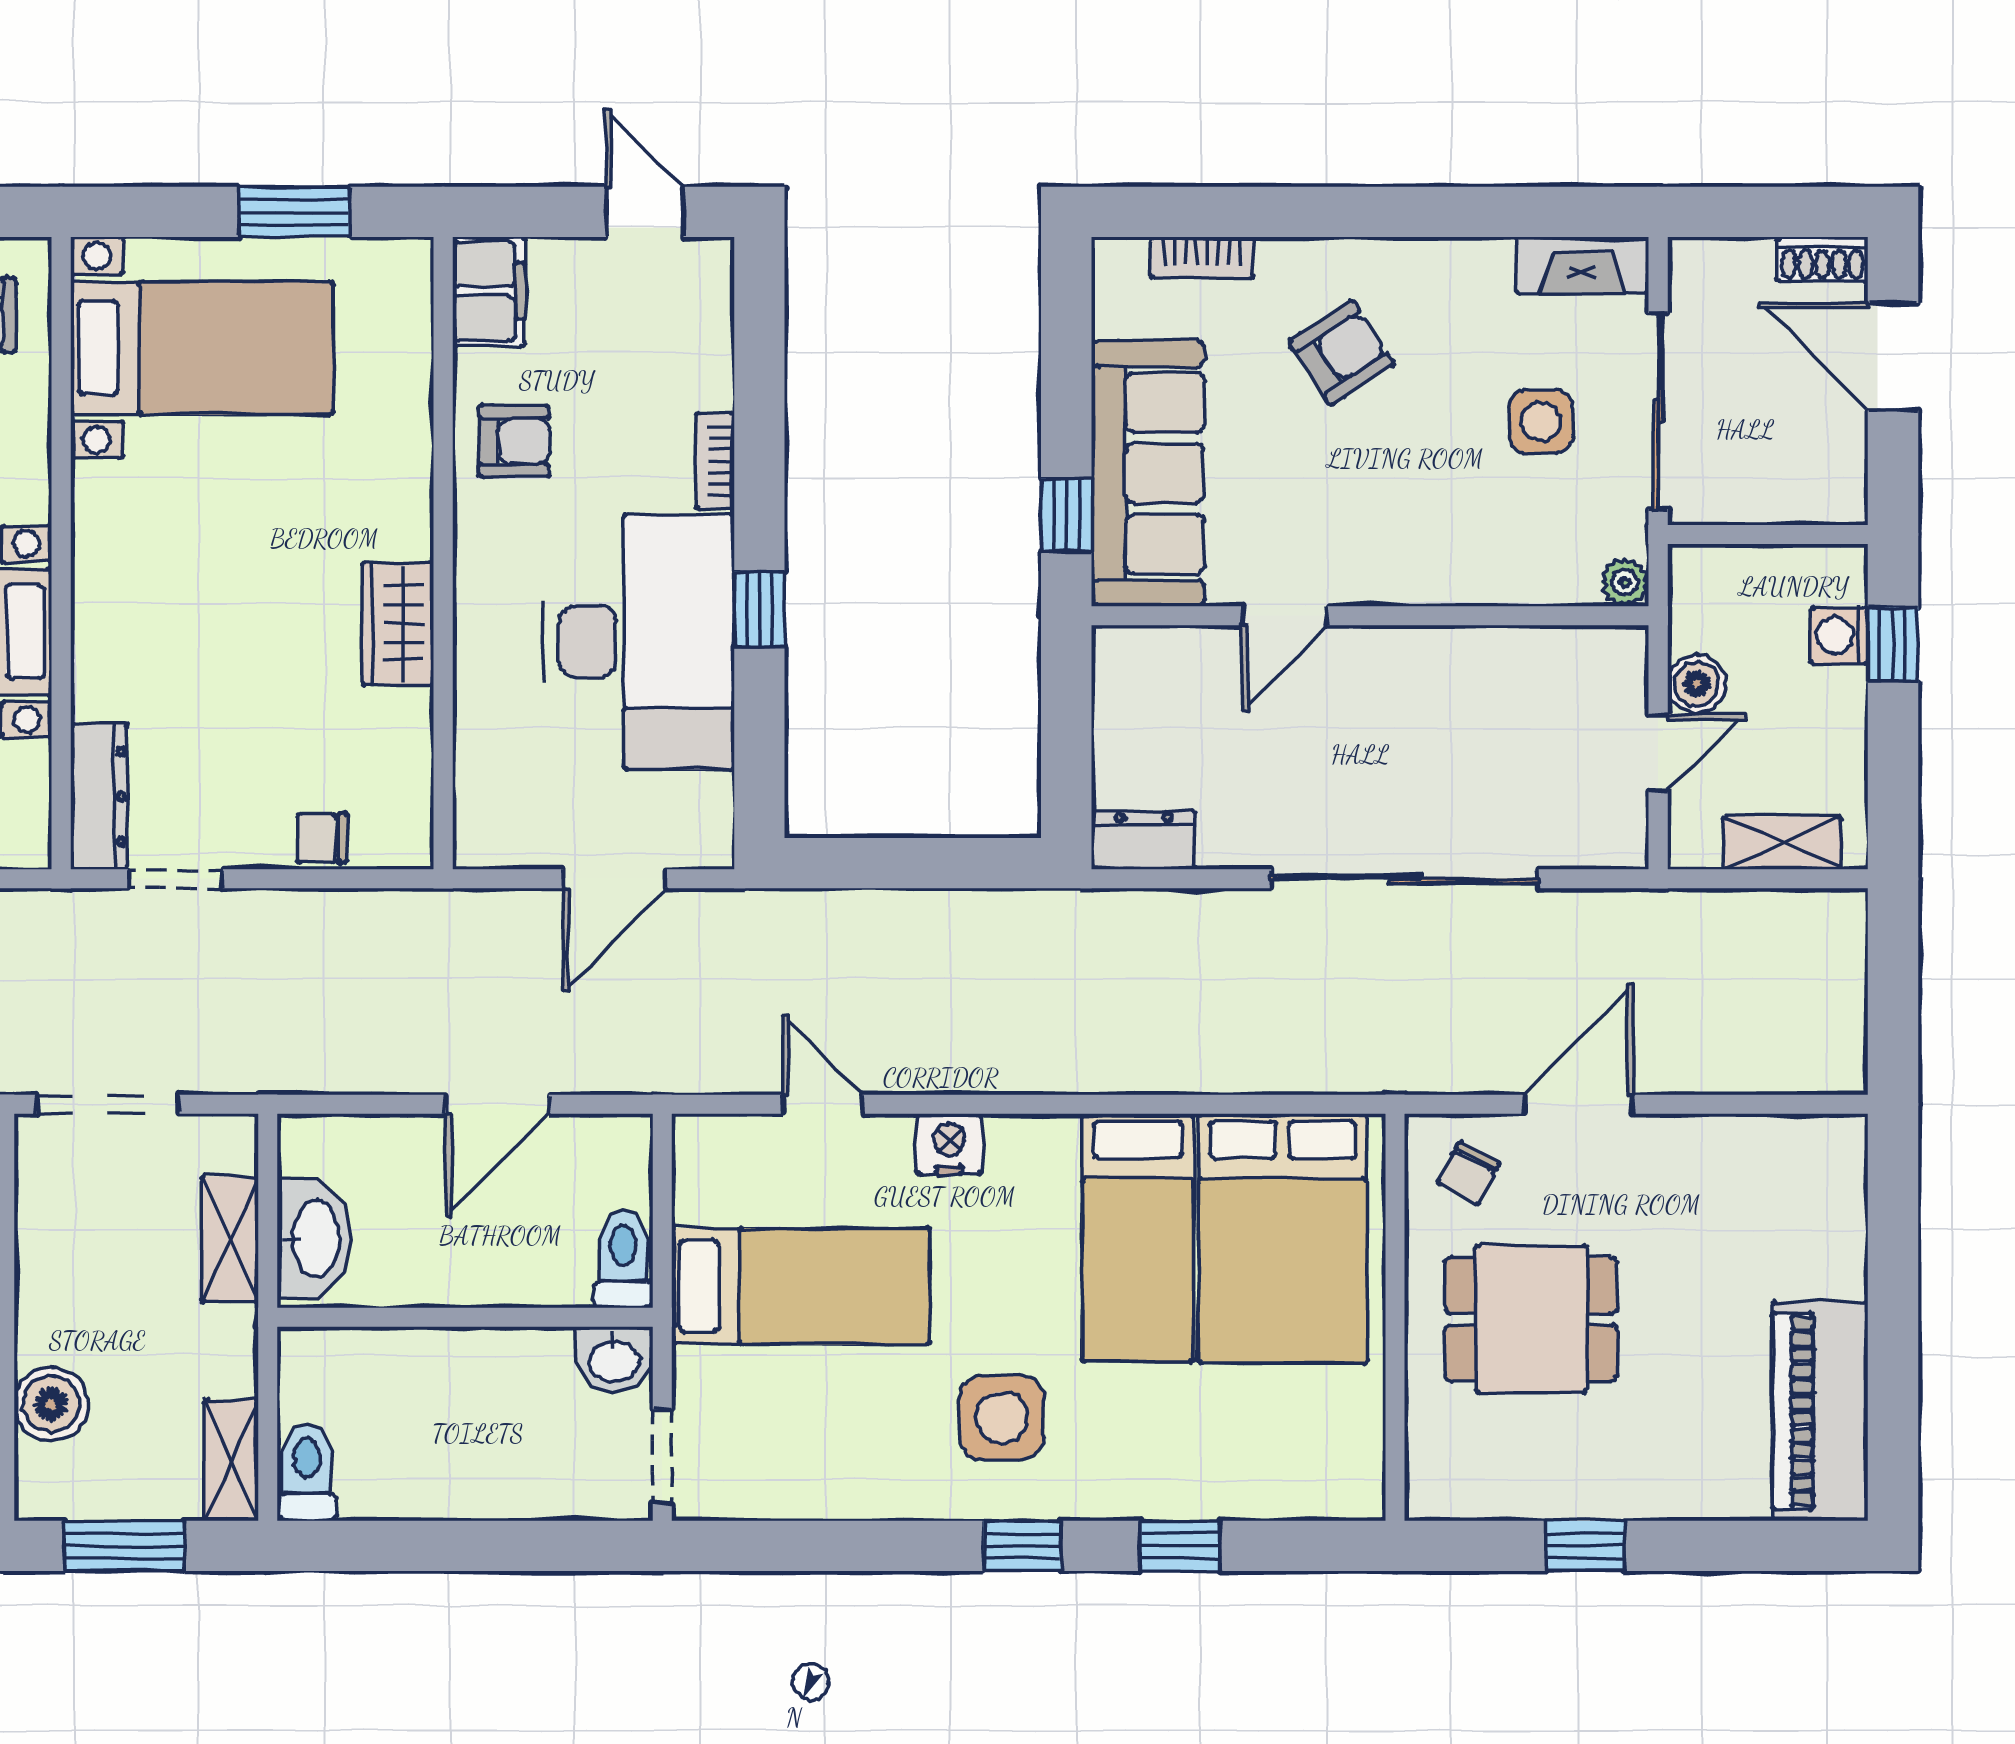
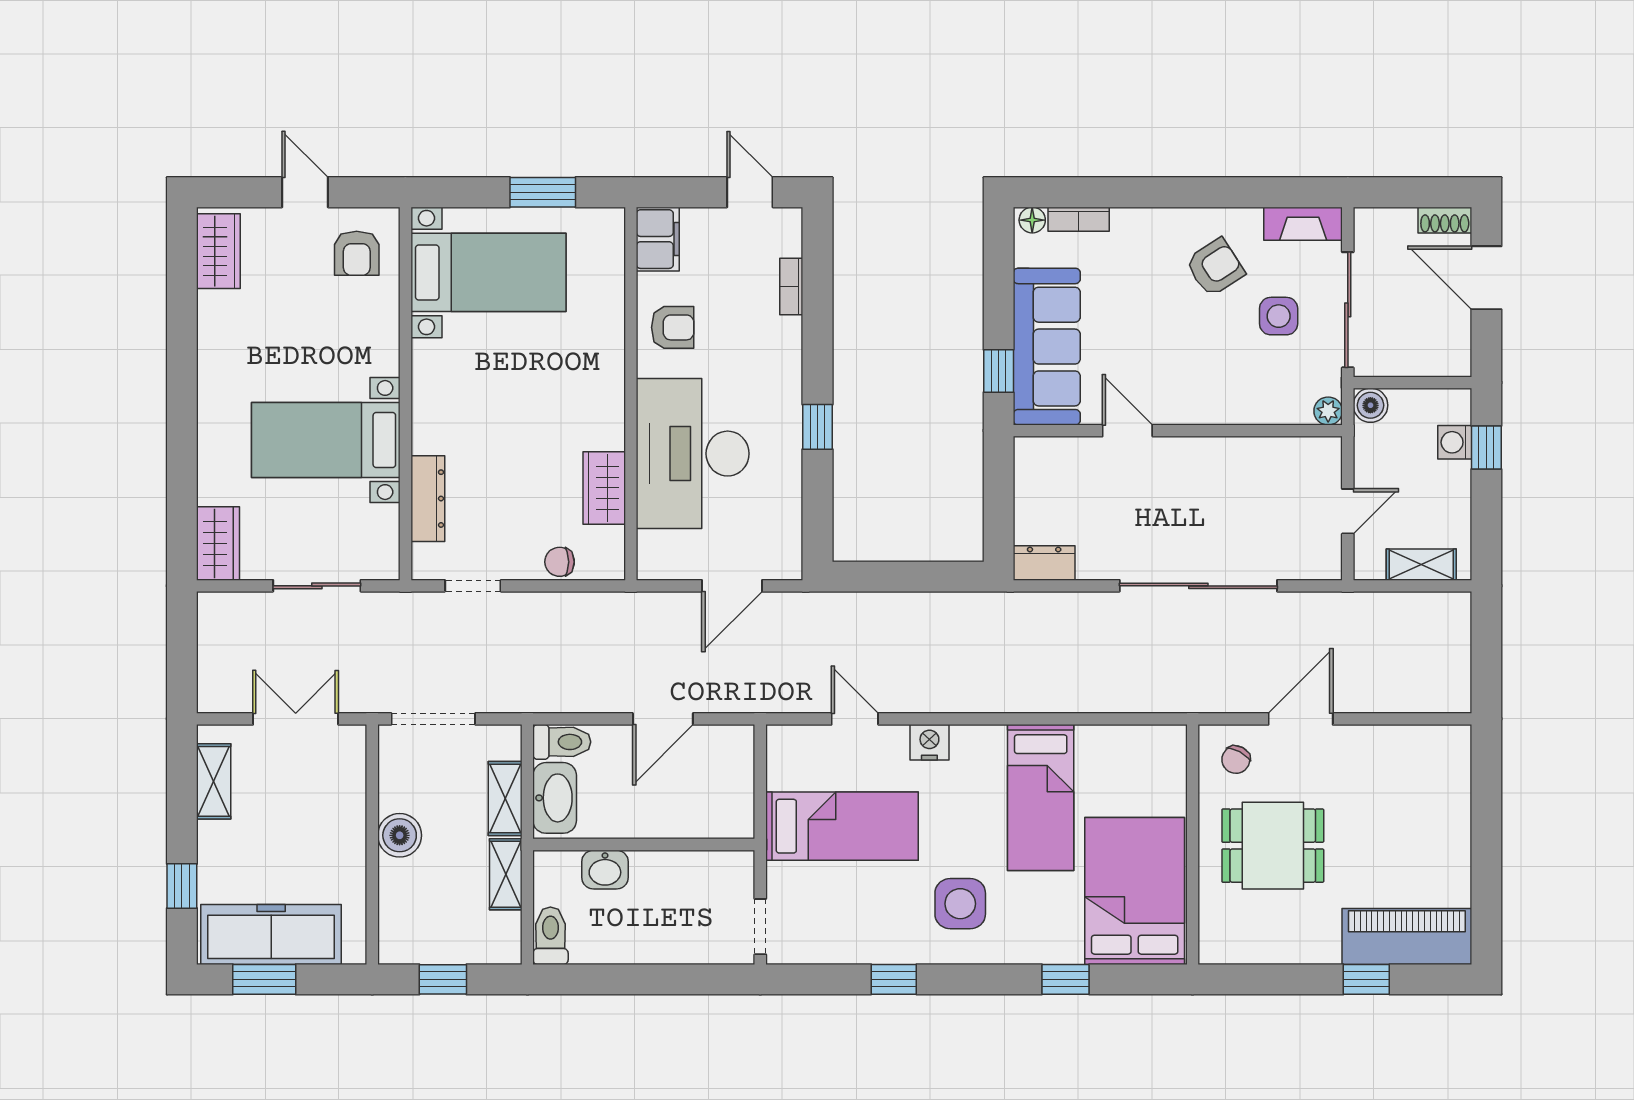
floor lamp: (1123, 259) -> (1032, 220), added
armchair: (1342, 353) -> (1215, 267), moved
bookcase: (715, 461) -> (791, 287), moved
door: (1285, 616) -> (1127, 431), swing flipped
wardrobe: (398, 624) -> (604, 488), moved
desk: (639, 642) -> (693, 454), moved, turned 180
boiler: (1697, 684) -> (1370, 405), moved
dresser: (99, 796) -> (428, 499), moved
bed: (1283, 1239) -> (1135, 891), moved, turned 180
toilet: (623, 1259) -> (562, 742), moved, turned 90
washbasin: (614, 1360) -> (605, 870), moved
boiler: (51, 1404) -> (400, 835), moved
piano: (1820, 1411) -> (1407, 936), moved, turned 90
shelving: (231, 1460) -> (506, 874), moved
window: (124, 1546) -> (443, 979), width x0.67
window: (1022, 1546) -> (894, 979), moved
window: (1586, 1546) -> (1366, 979), moved

